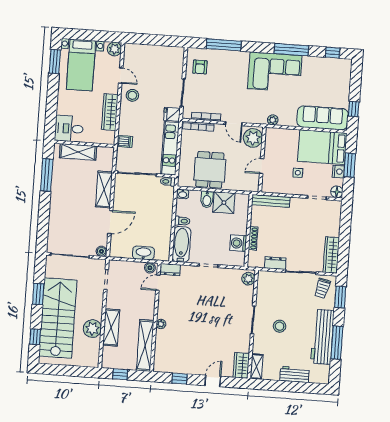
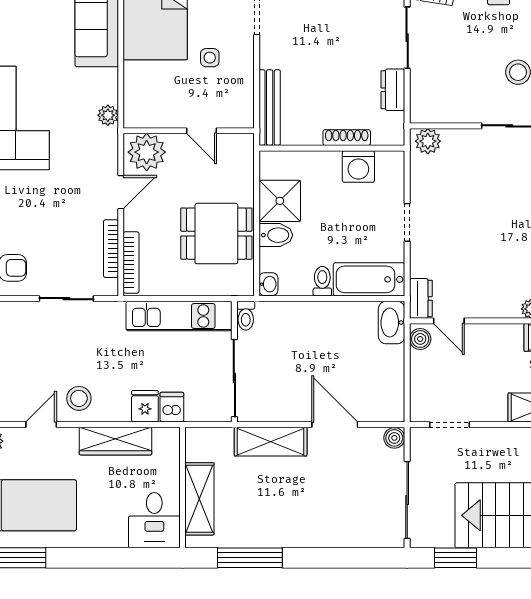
fridge: (172, 114) -> (145, 406), moved, turned 180
washbasin: (143, 253) -> (392, 323), moved
window: (38, 294) -> (455, 558), moved

